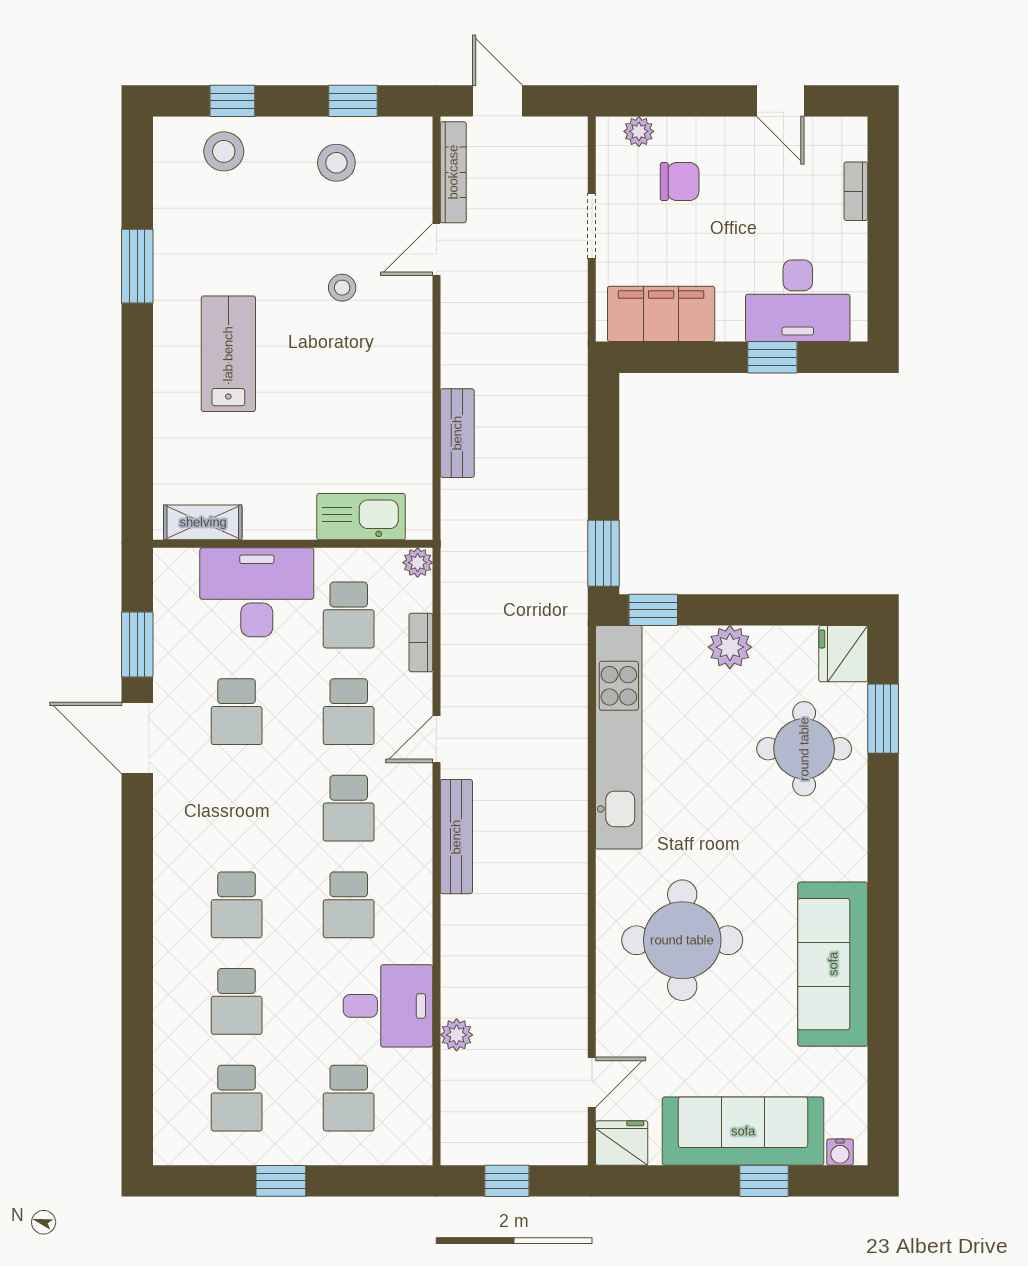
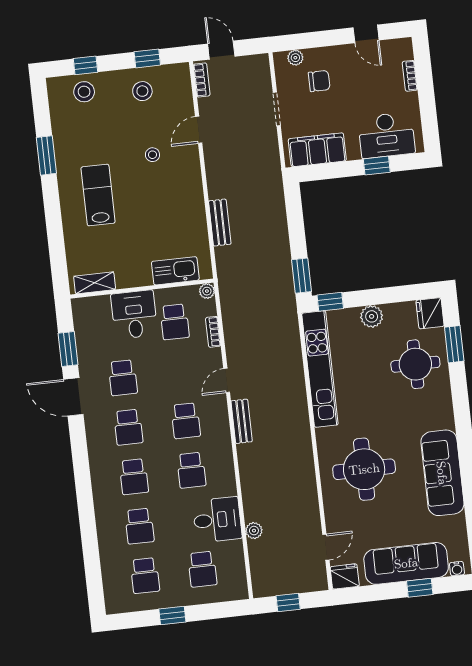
bookcase: (453, 172) -> (202, 80), width x0.64
desk: (257, 592) -> (134, 315), width x0.73
school desk: (349, 712) -> (128, 427), moved
bench: (456, 837) -> (242, 421), width x0.73

